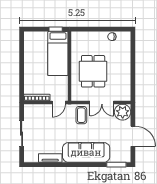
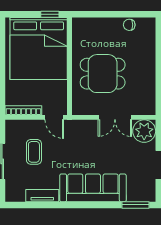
bed: (58, 53) -> (39, 48), width x2.04
dining table: (93, 71) -> (103, 74), turned 90
door: (59, 102) -> (54, 117), hinge flipped
coffee table: (81, 115) -> (34, 152), moved

